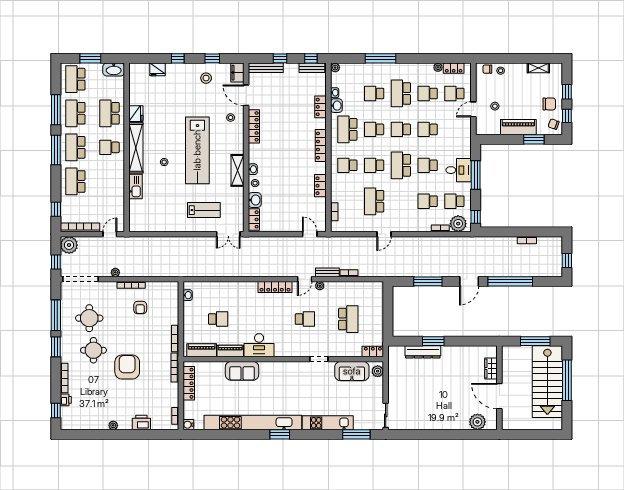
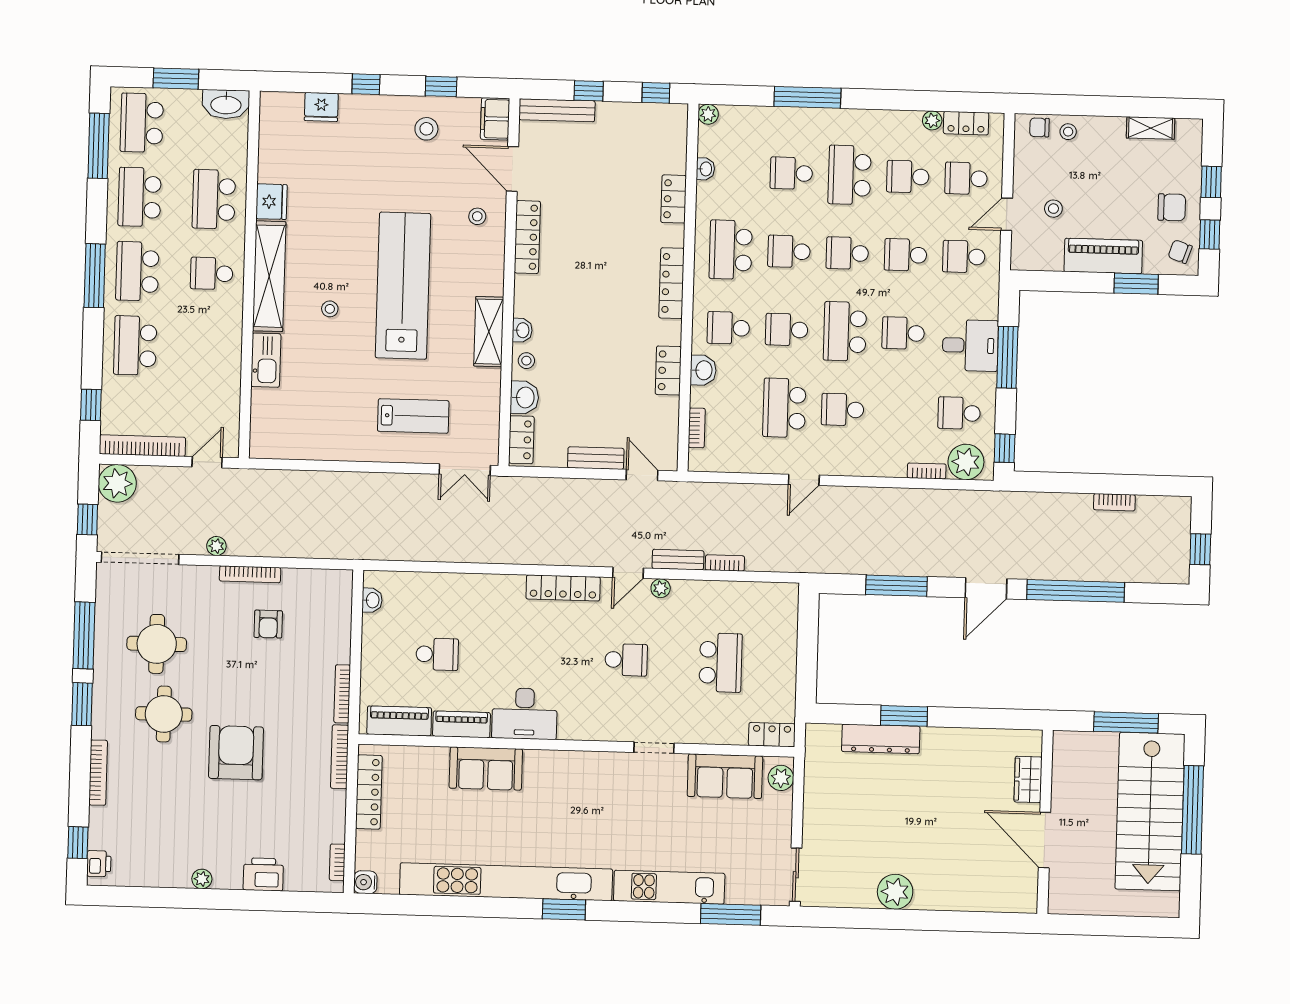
bench: (312, 68) -> (596, 458), moved
washbasin: (336, 106) -> (703, 370), moved
window: (56, 110) -> (99, 146), moved
school desk: (454, 129) -> (964, 257), added
lab bench: (197, 150) -> (403, 286), turned 180
school desk: (428, 201) -> (843, 410), moved
printer: (66, 400) -> (99, 864), moved
plant: (477, 422) -> (895, 892), moved

